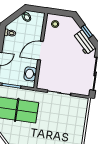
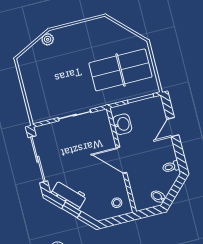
door: (41, 51) -> (121, 160), swing flipped

